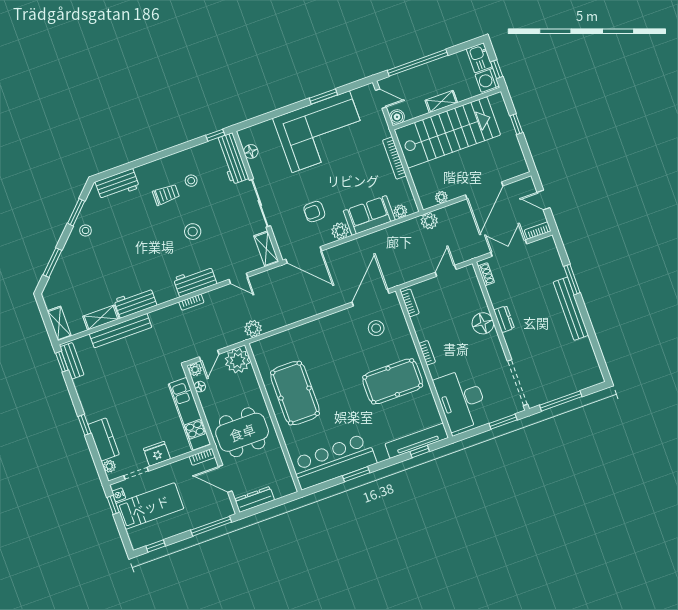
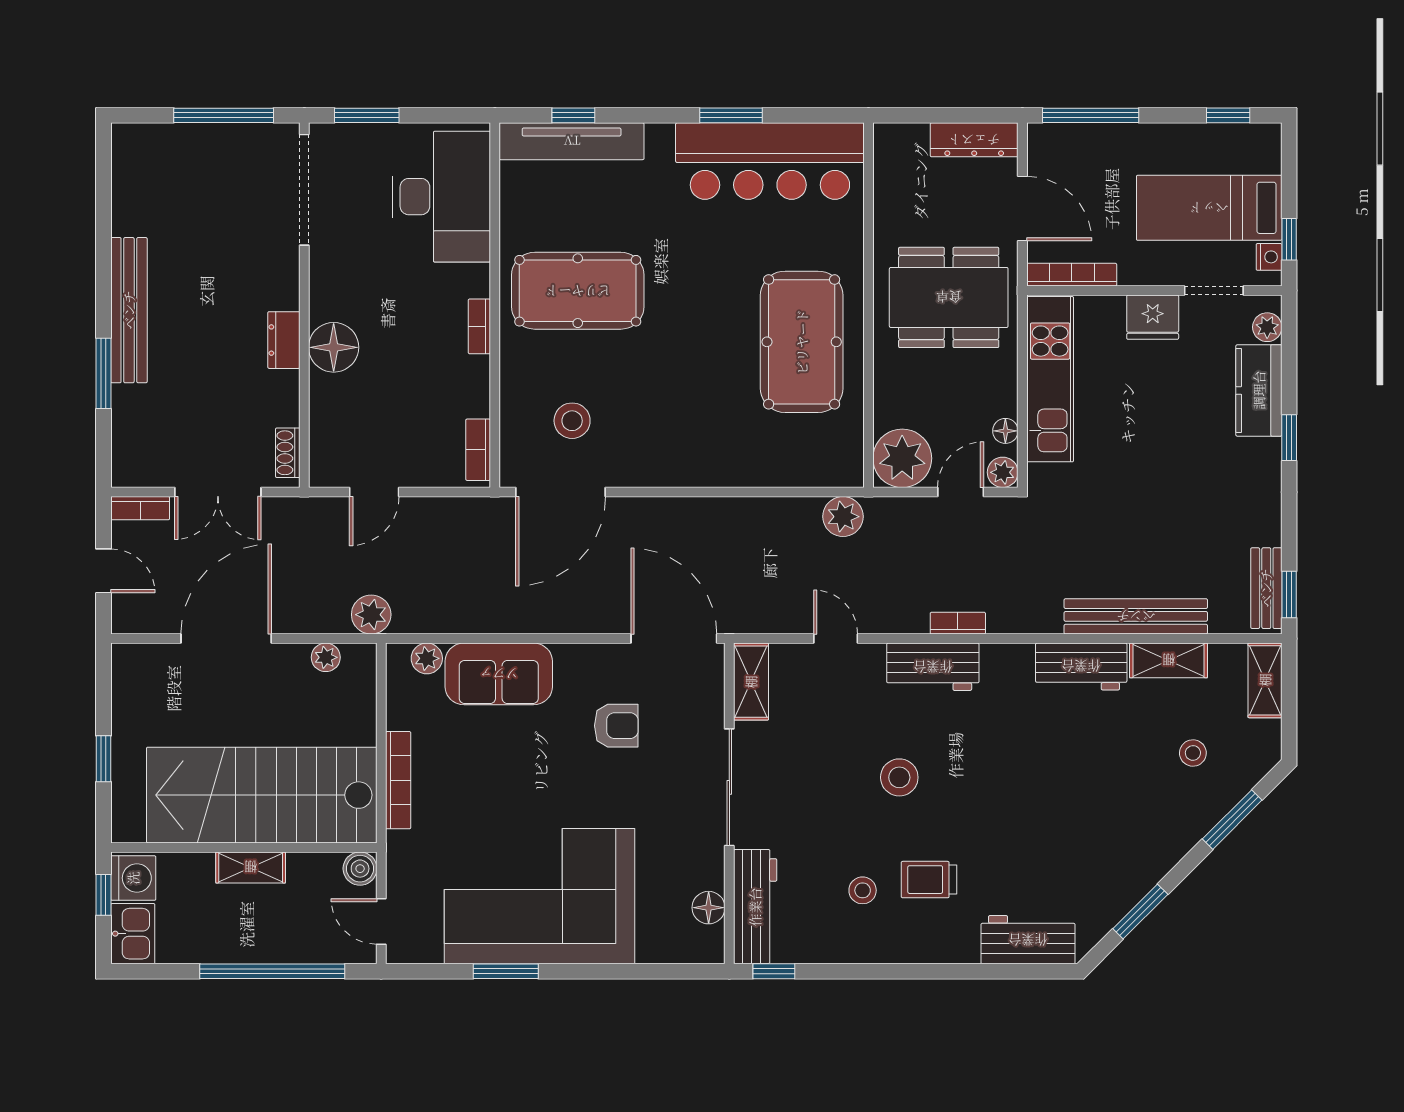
stool: (86, 230) -> (1193, 753), moved
plant: (340, 231) -> (575, 663), removed
bookcase: (202, 457) -> (1072, 275), width x1.56

